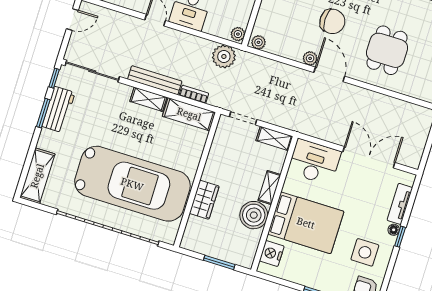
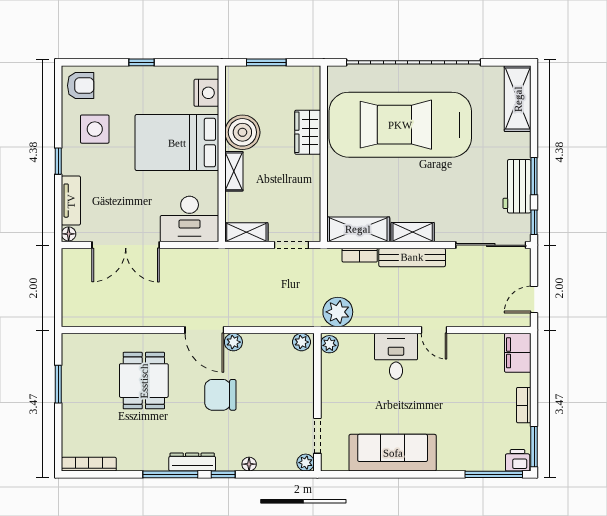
floor lamp: (394, 230) -> (69, 234), moved

